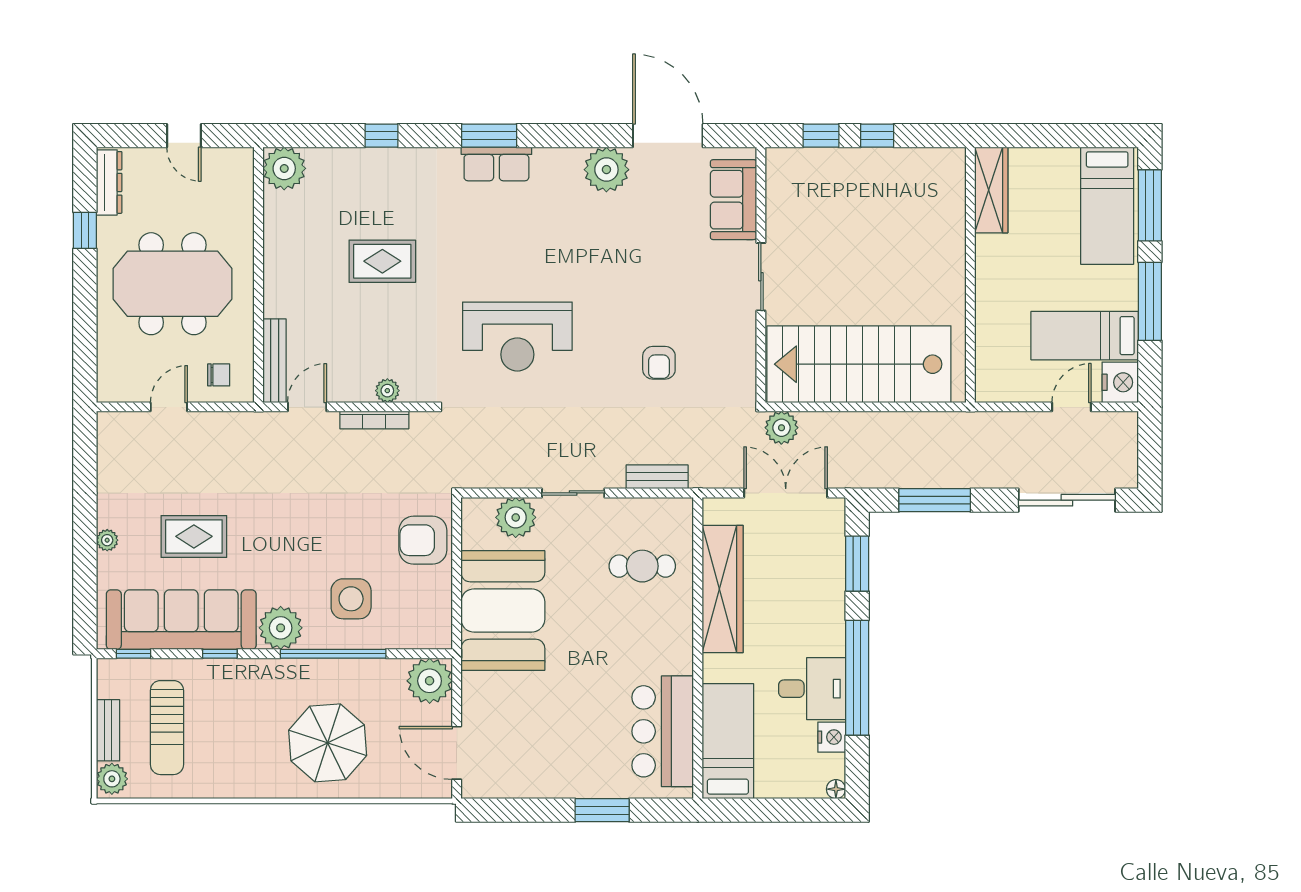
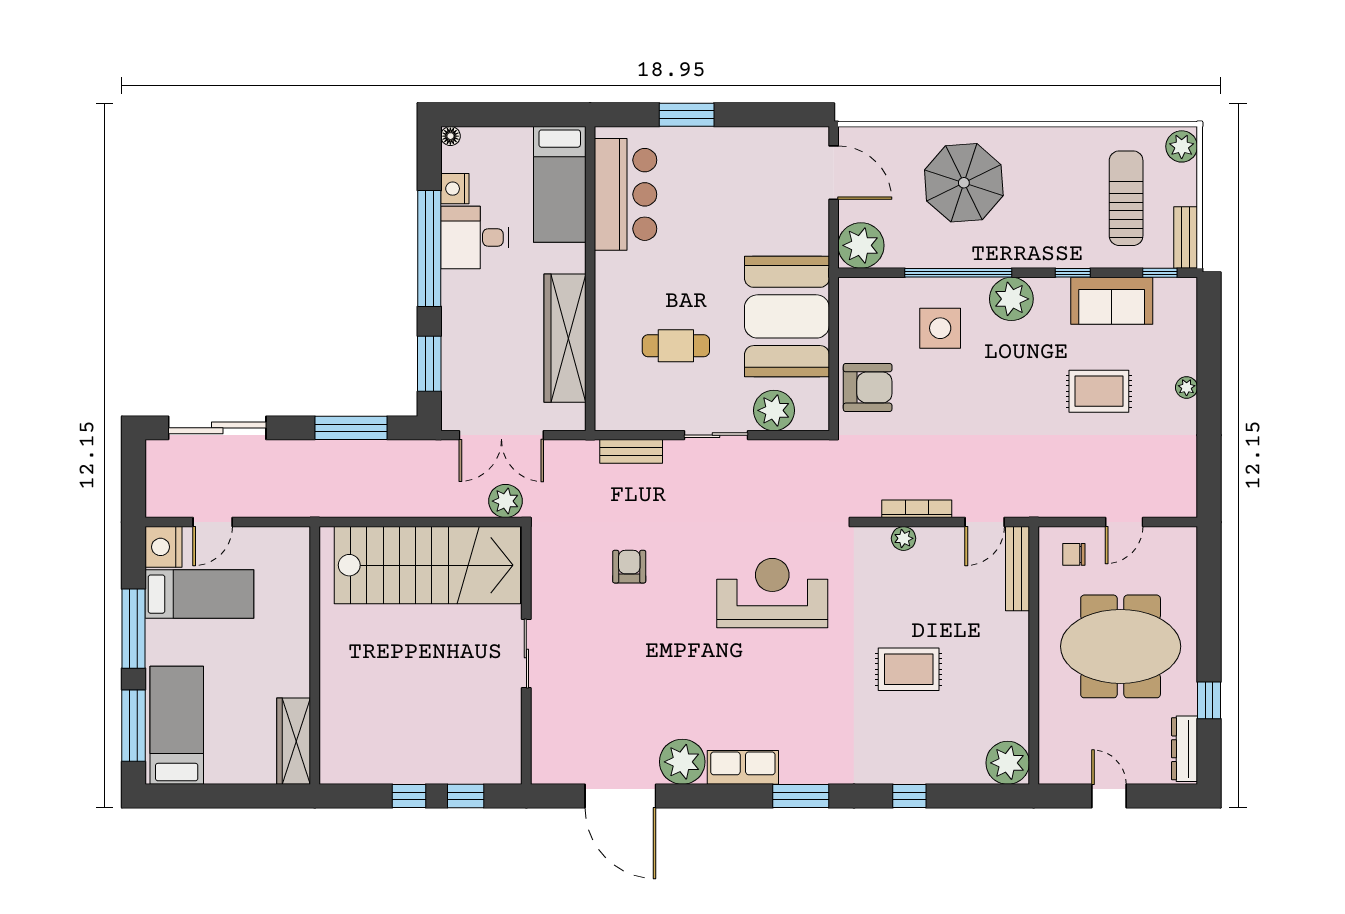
row of seats: (496, 164) -> (743, 767), moved
sofa: (733, 200) -> (554, 731), removed
cafe table: (642, 566) -> (676, 346), moved
sofa: (181, 620) -> (1112, 301), width x0.54, depth x0.79
bench: (108, 730) -> (1186, 238), moved

